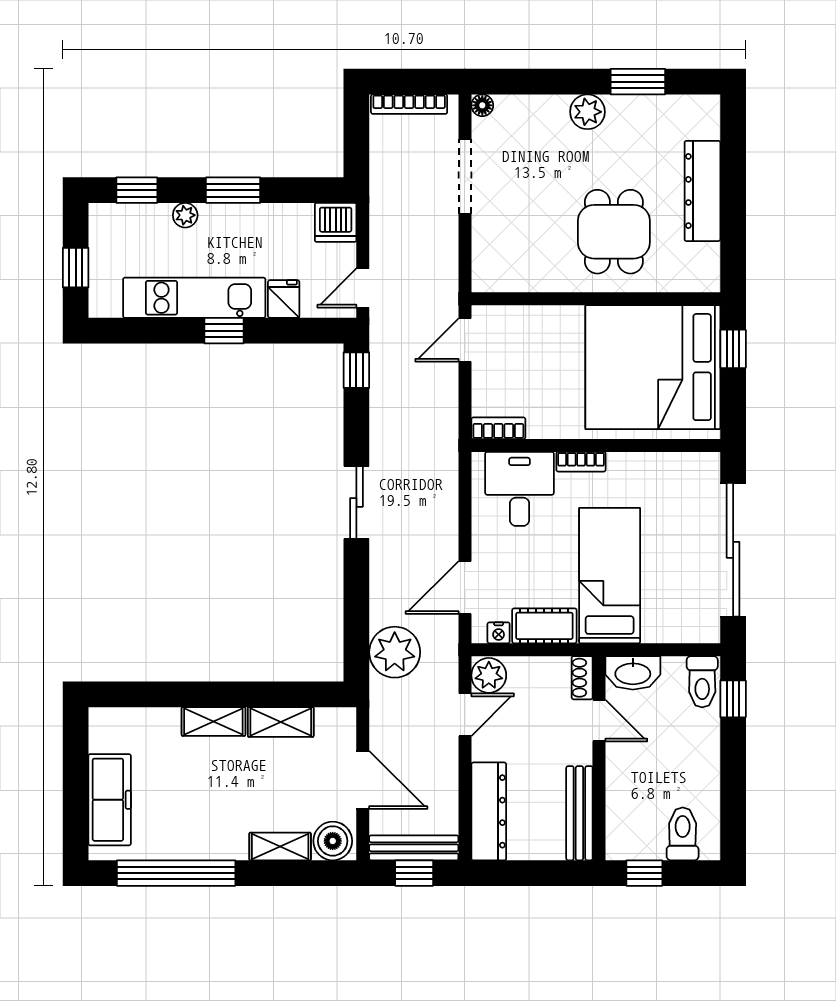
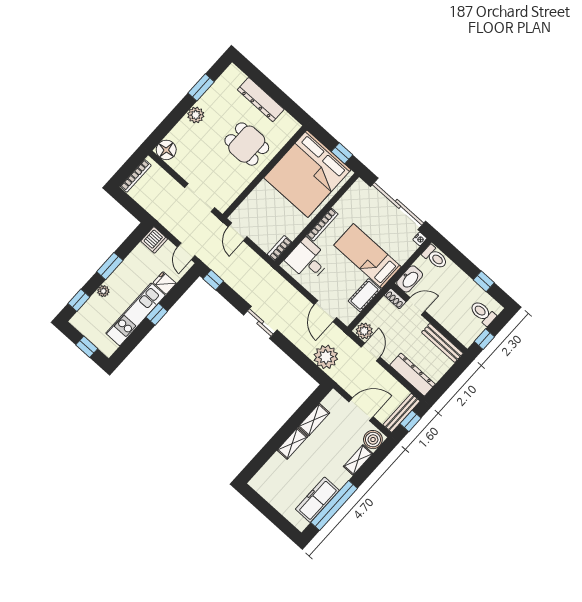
floor lamp: (482, 105) -> (166, 150), width x1.89, depth x1.89
doorway: (465, 176) -> (200, 198), moved
window: (733, 349) -> (342, 153), moved
bookcase: (581, 462) -> (322, 225), width x1.56
nightstand: (499, 633) -> (420, 239), moved
window: (733, 699) -> (484, 281), moved
freezer: (110, 800) -> (317, 500), moved, turned -90

